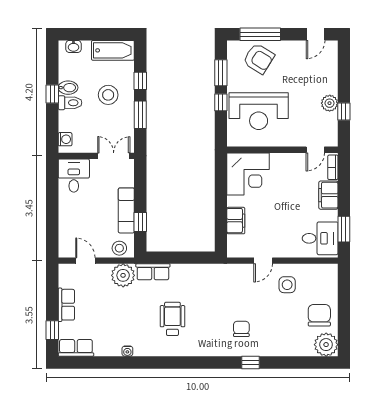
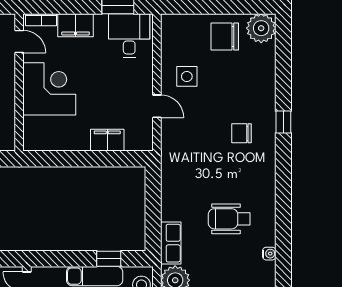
corner desk: (248, 174) -> (49, 89), moved
water cooler: (127, 351) -> (269, 254), moved

